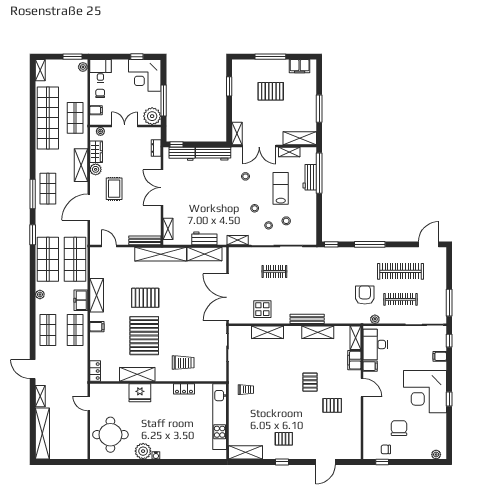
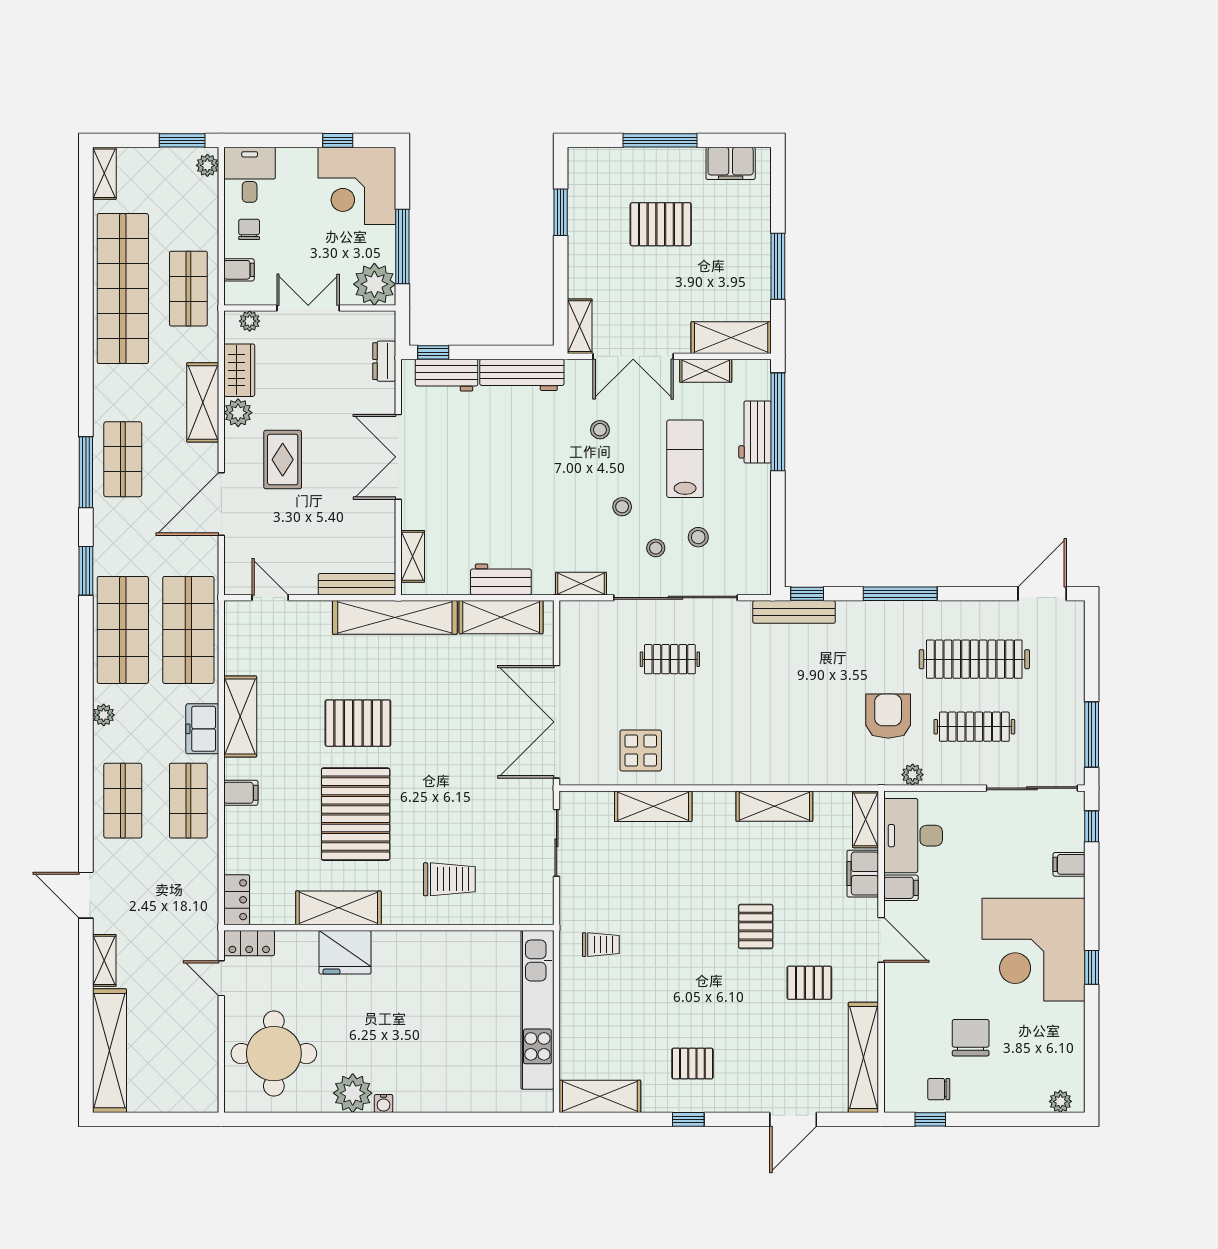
bench: (307, 319) -> (794, 612), moved
locker: (184, 389) -> (249, 943), moved
shelving: (355, 436) -> (863, 1057), added

